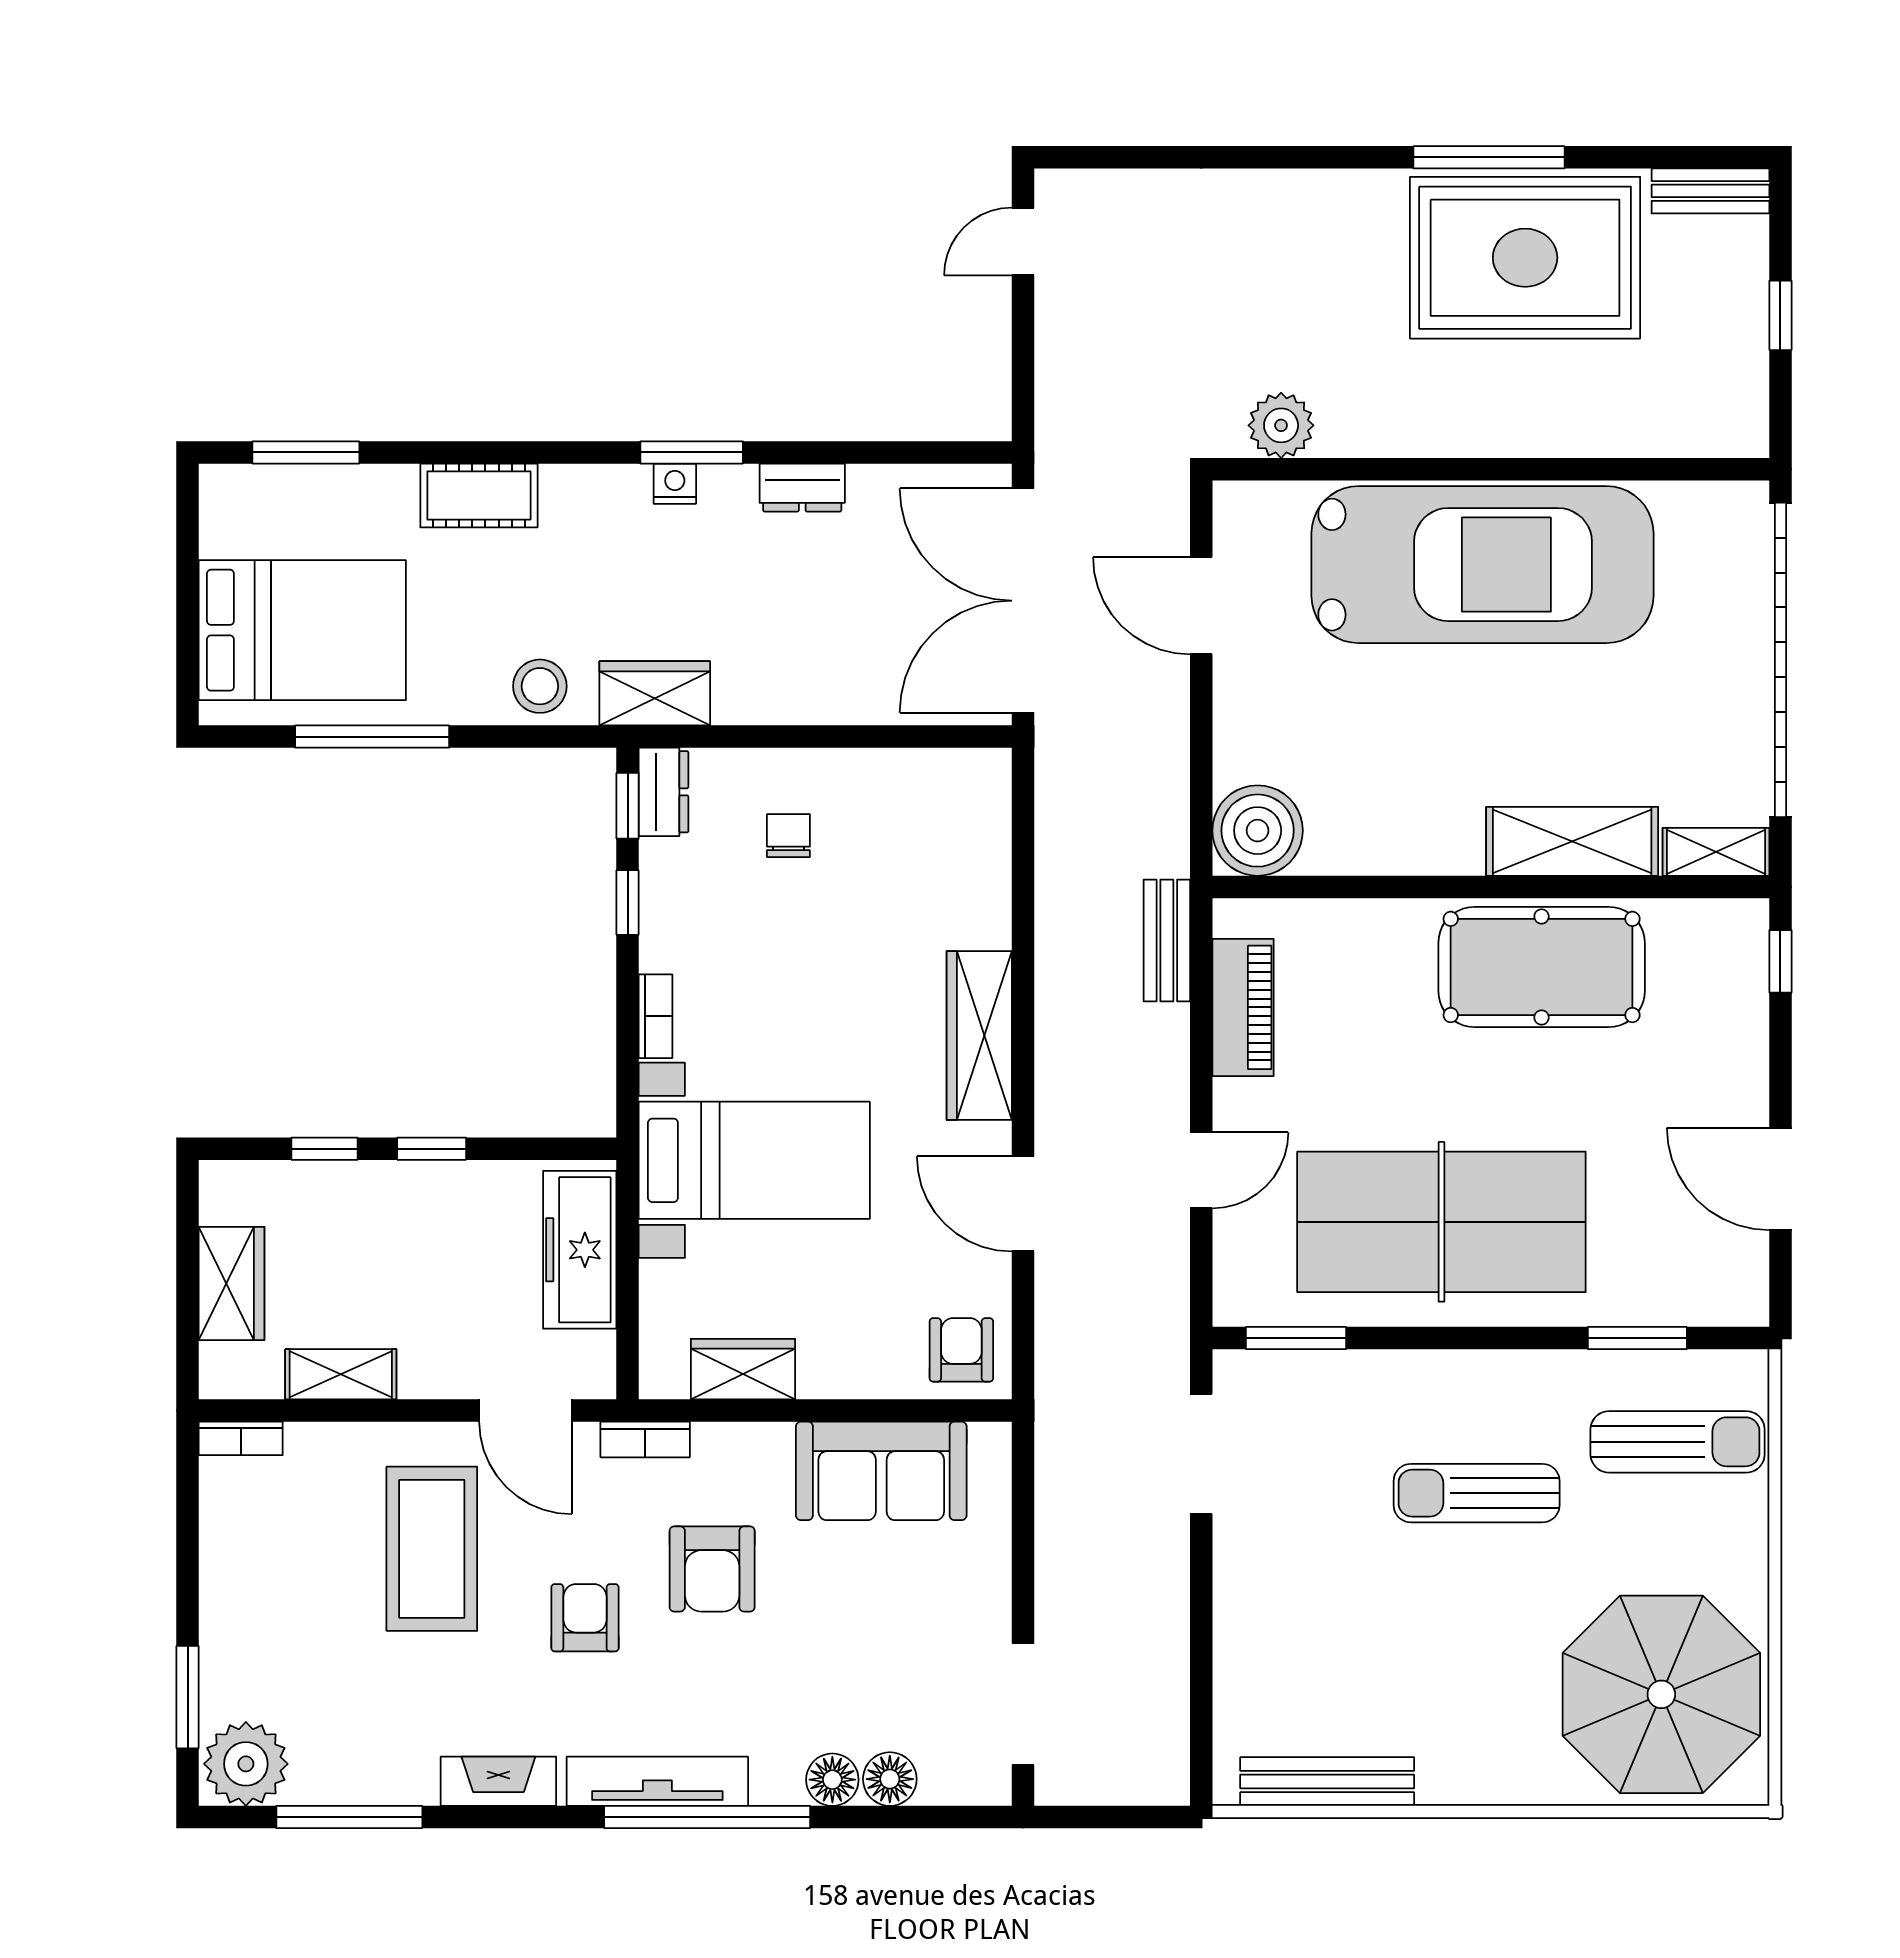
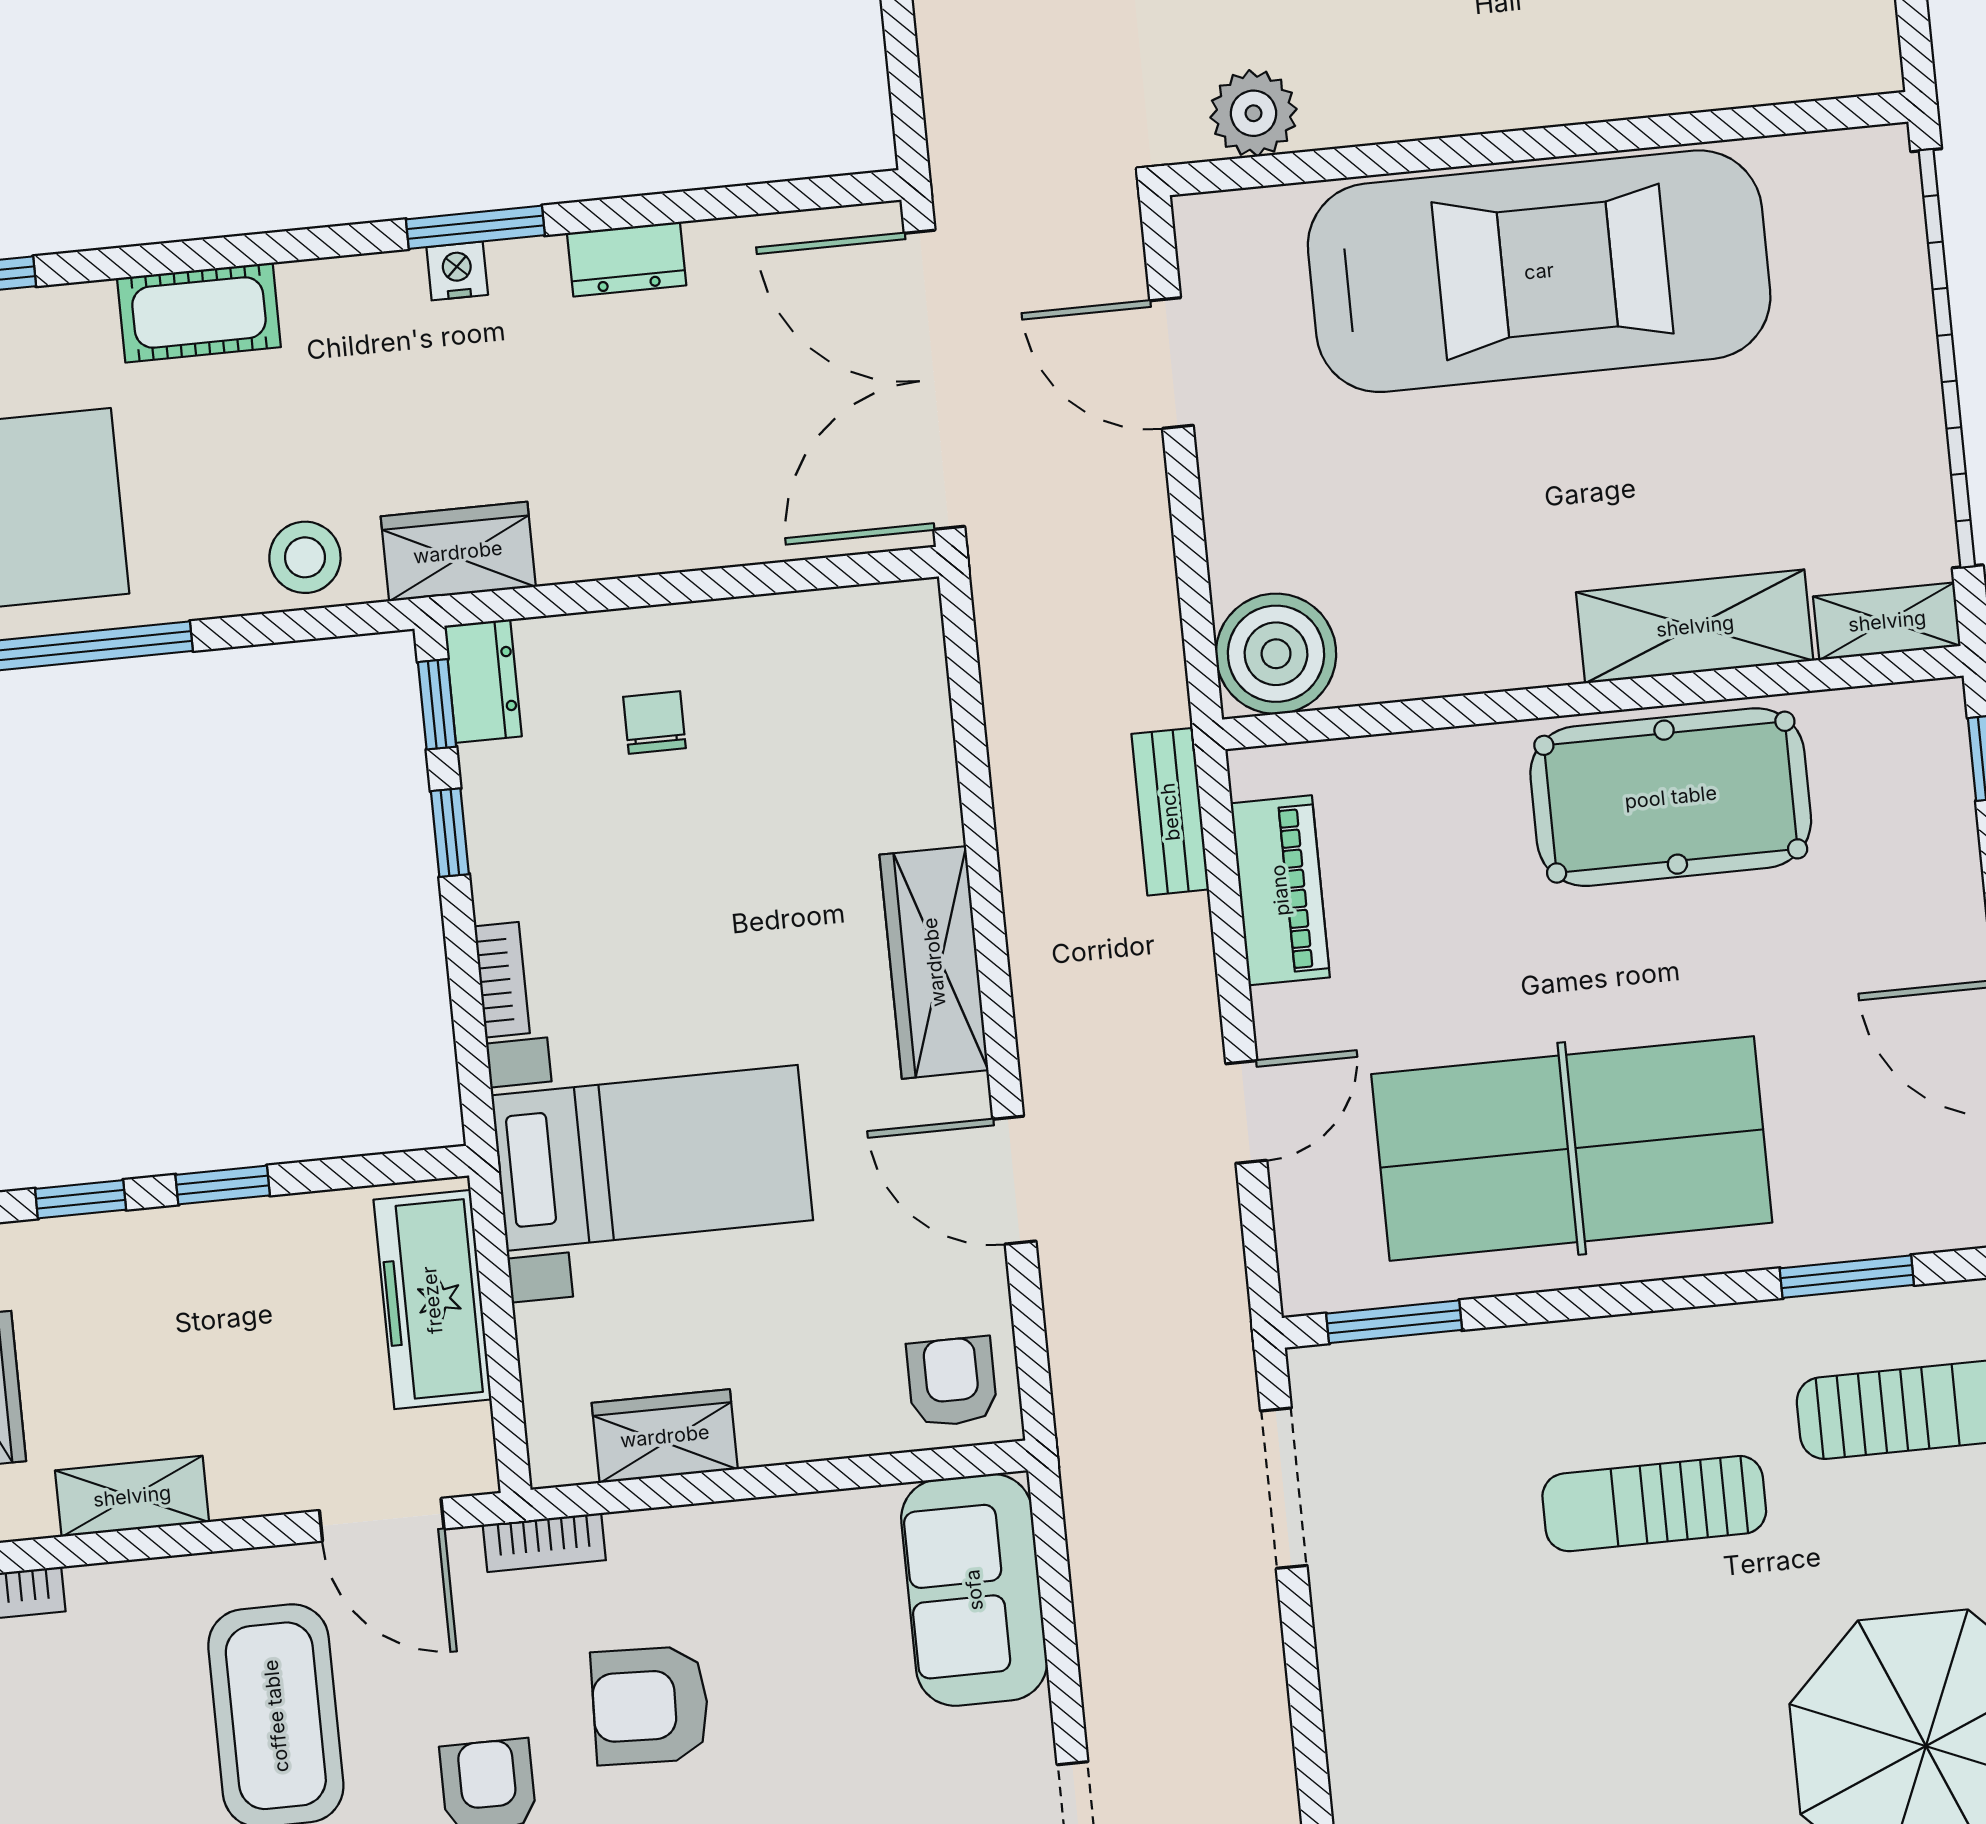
sofa: (881, 1471) -> (974, 1590), moved, turned 90
armchair: (712, 1569) -> (650, 1705), turned 92

